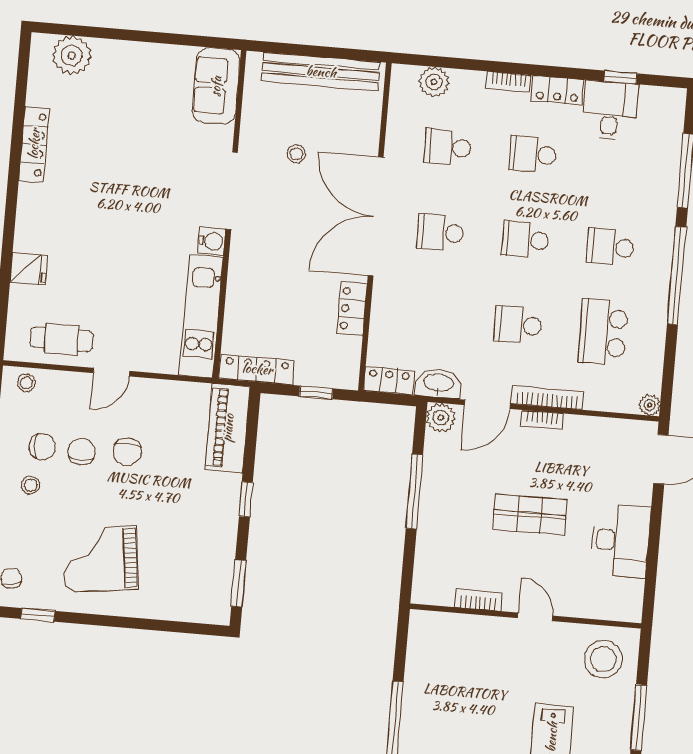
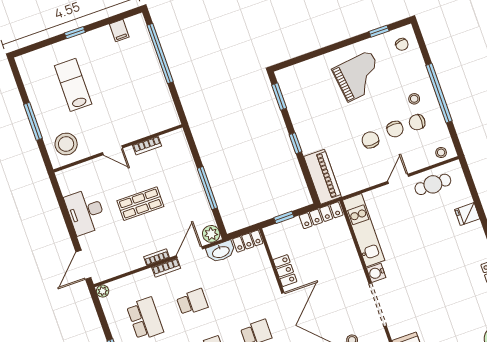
bookcase: (547, 397) -> (166, 268), width x0.64

